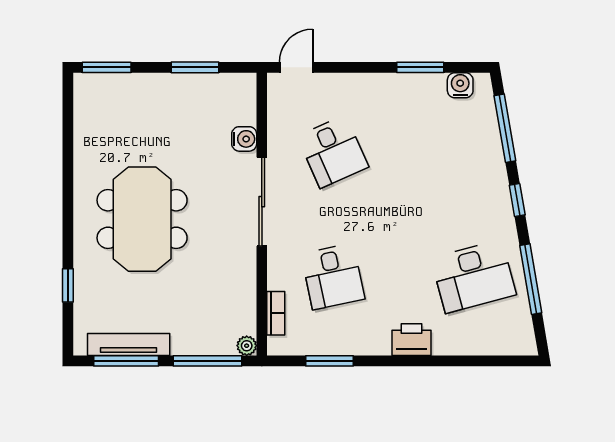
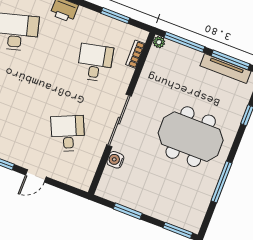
door: (296, 67) -> (36, 176), moved
window: (68, 168) -> (222, 182), added
meeting table: (142, 219) -> (191, 137), turned 90

